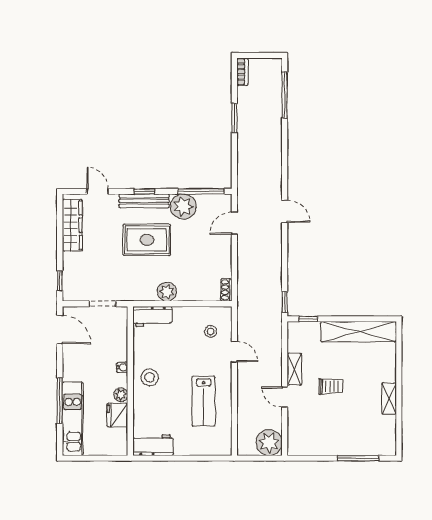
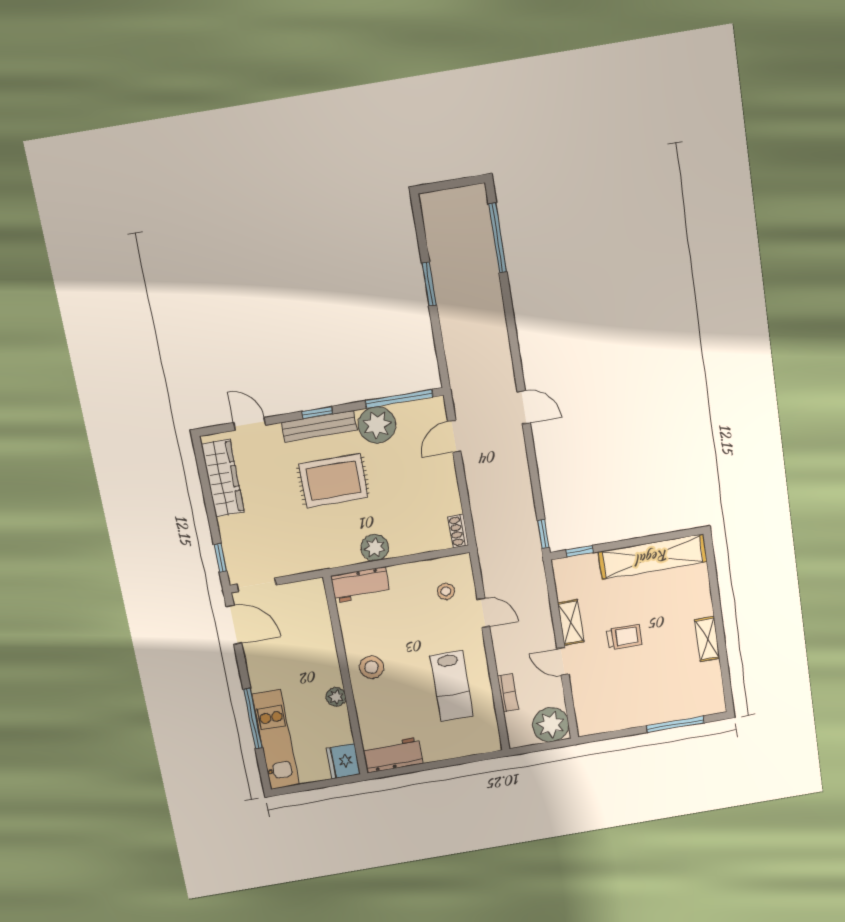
bookcase: (242, 72) -> (508, 693), moved
doorway: (102, 304) -> (256, 585), moved
water cooler: (122, 367) -> (331, 660), removed
fridge: (117, 415) -> (343, 761), moved

